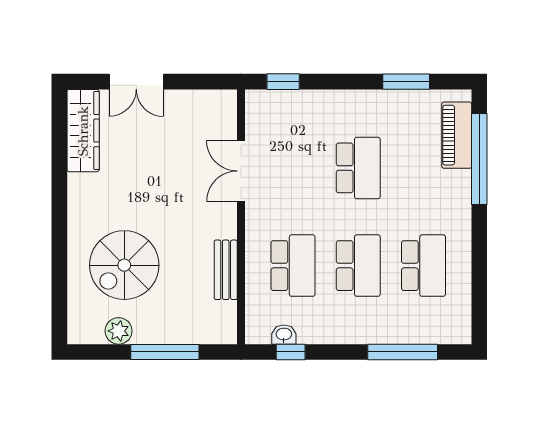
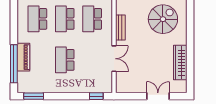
window: (406, 82) -> (34, 96), moved
wardrobe: (83, 131) -> (180, 63), moved
piano: (457, 135) -> (23, 57), moved
bench: (226, 270) -> (120, 28), moved

